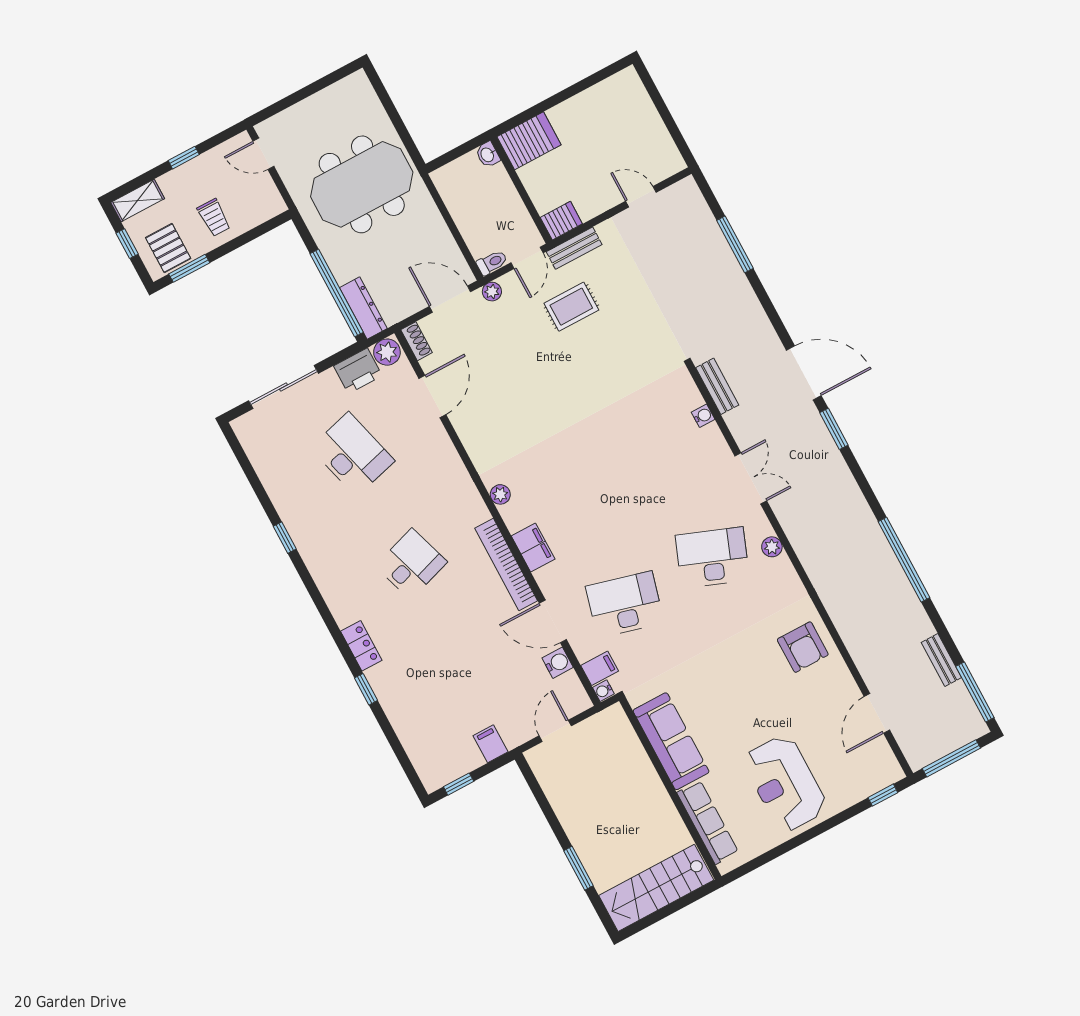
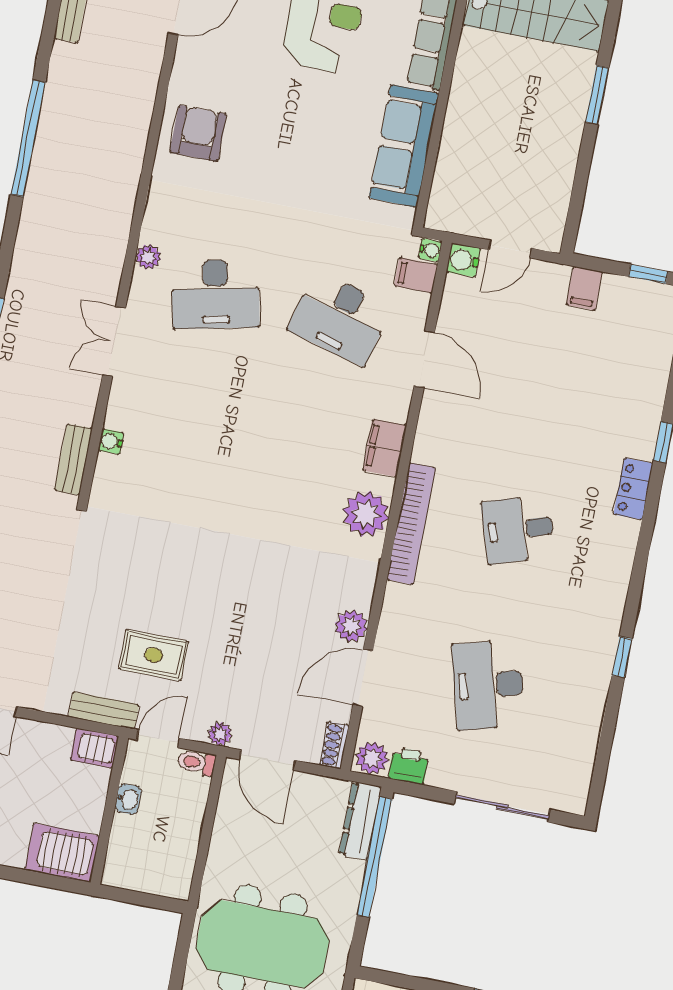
washbasin: (488, 155) -> (128, 799), moved
printer: (358, 371) -> (409, 766), width x0.73, depth x0.81
plant: (465, 422) -> (351, 626), added
plant: (500, 494) -> (366, 514), width x1.87, depth x1.87
desk: (712, 557) -> (216, 294), turned -33
bookcase: (506, 564) -> (411, 524), moved
water cooler: (558, 663) -> (463, 260), moved

